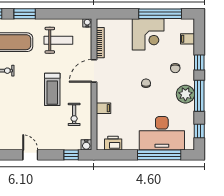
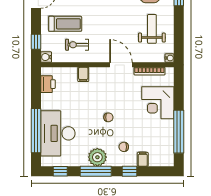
corner desk: (148, 34) -> (158, 103), moved
filing cabinet: (187, 39) -> (143, 159), moved
weight bench: (58, 40) -> (152, 29), turned 180
treadmill: (52, 89) -> (65, 24), moved, turned 180

